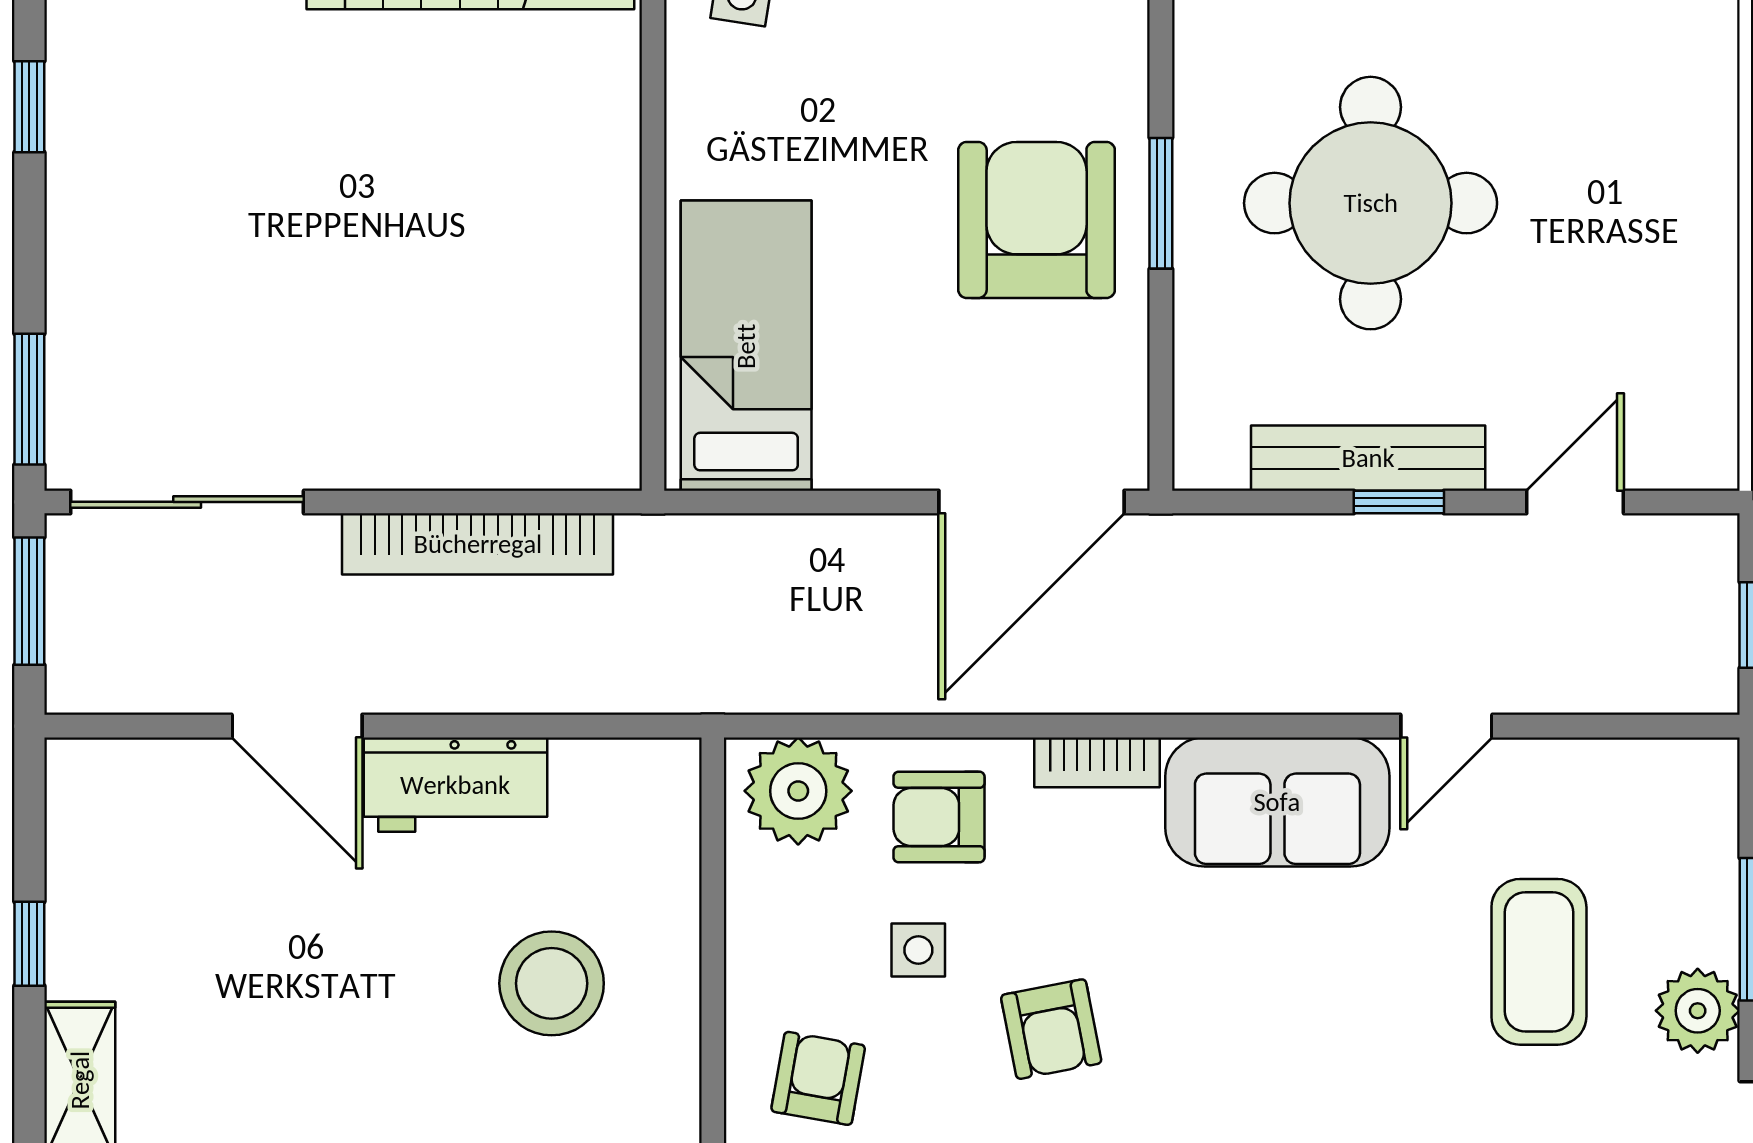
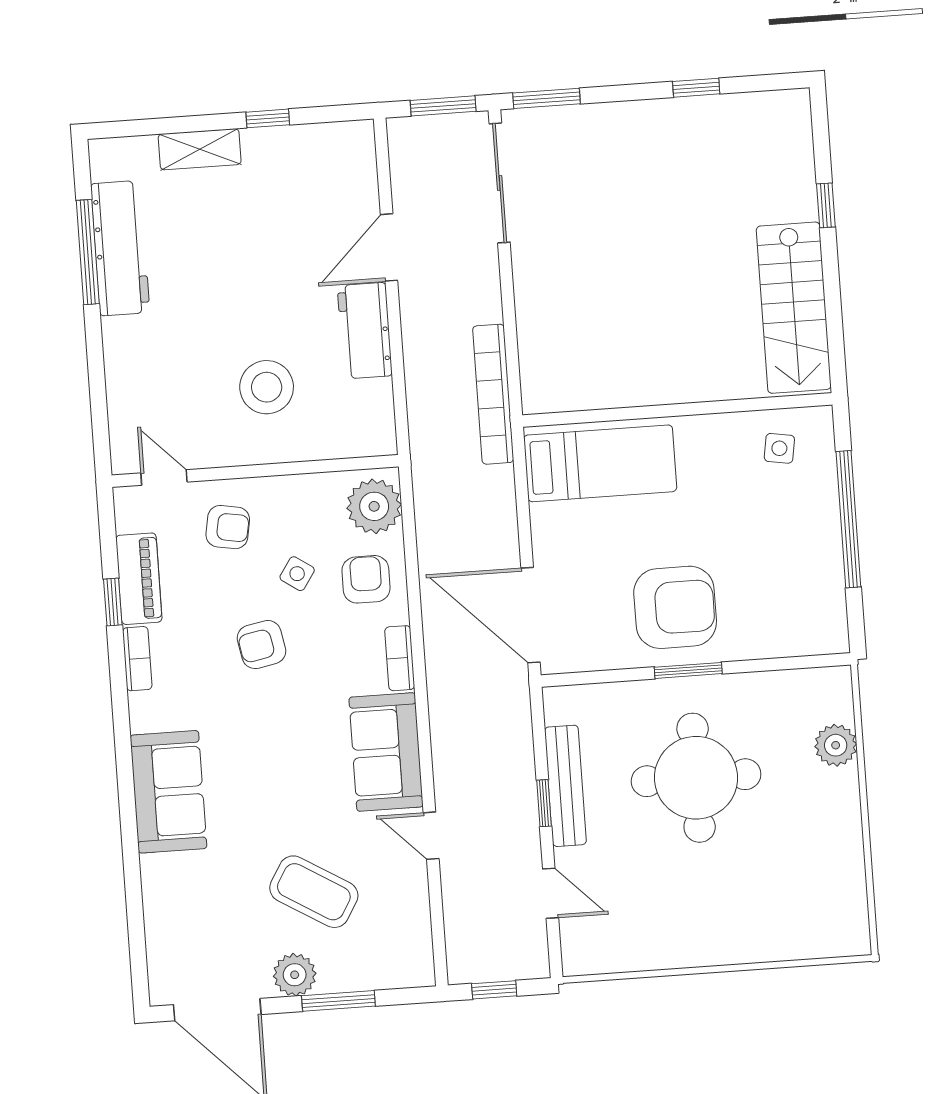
bookcase: (478, 544) -> (493, 394), moved
side table: (918, 950) -> (297, 574), turned 34
coffee table: (1539, 962) -> (314, 892), turned 31

